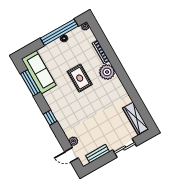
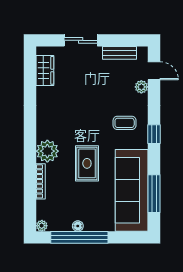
sofa: (39, 72) -> (132, 190), width x1.36, depth x1.27
coffee table: (71, 114) -> (125, 123), added
wardrobe: (136, 118) -> (45, 70), width x0.67

